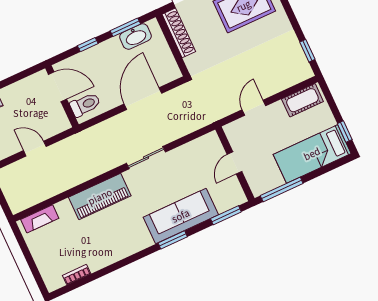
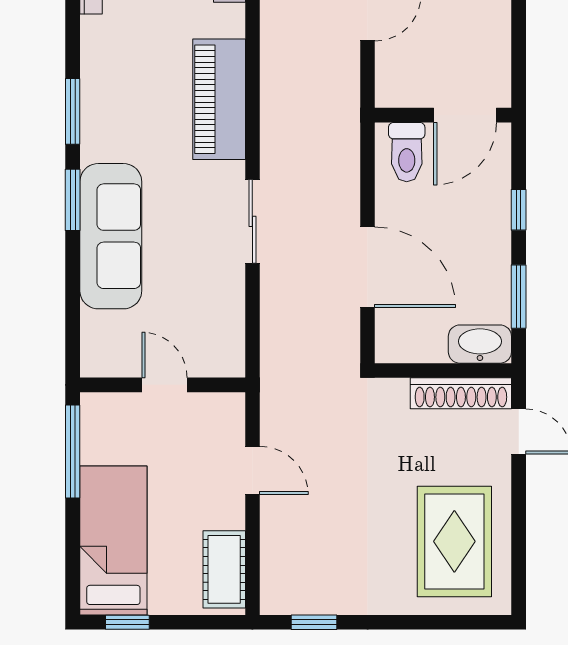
washbasin: (136, 36) -> (480, 344), moved, turned 90
window: (226, 215) -> (73, 111), moved

